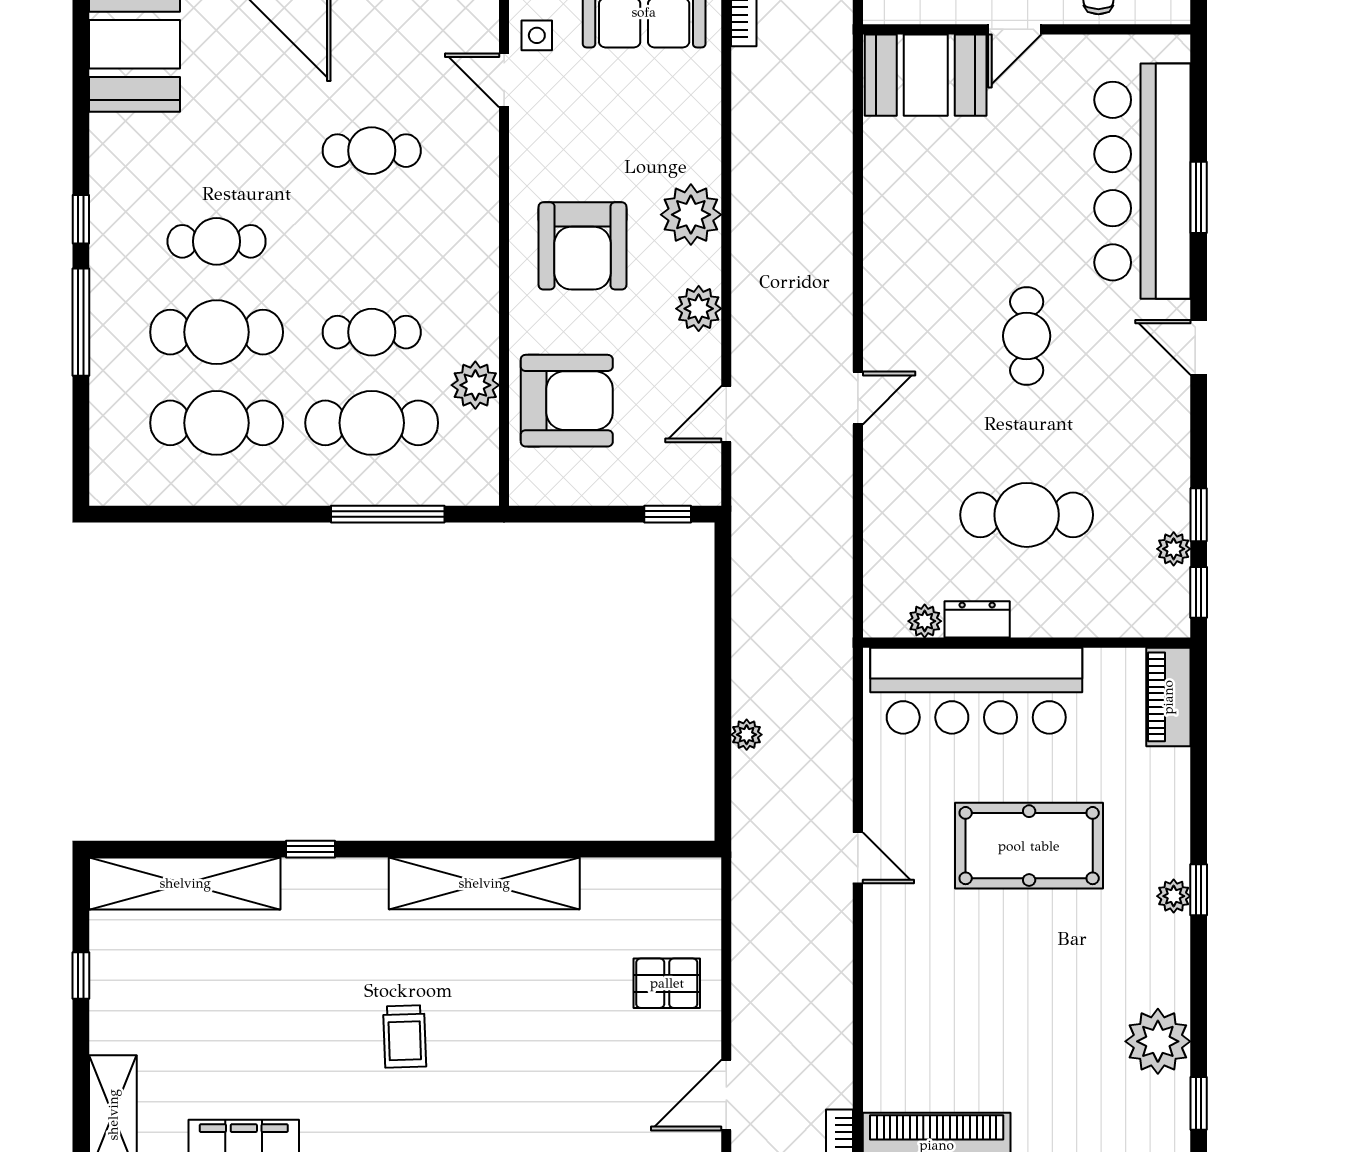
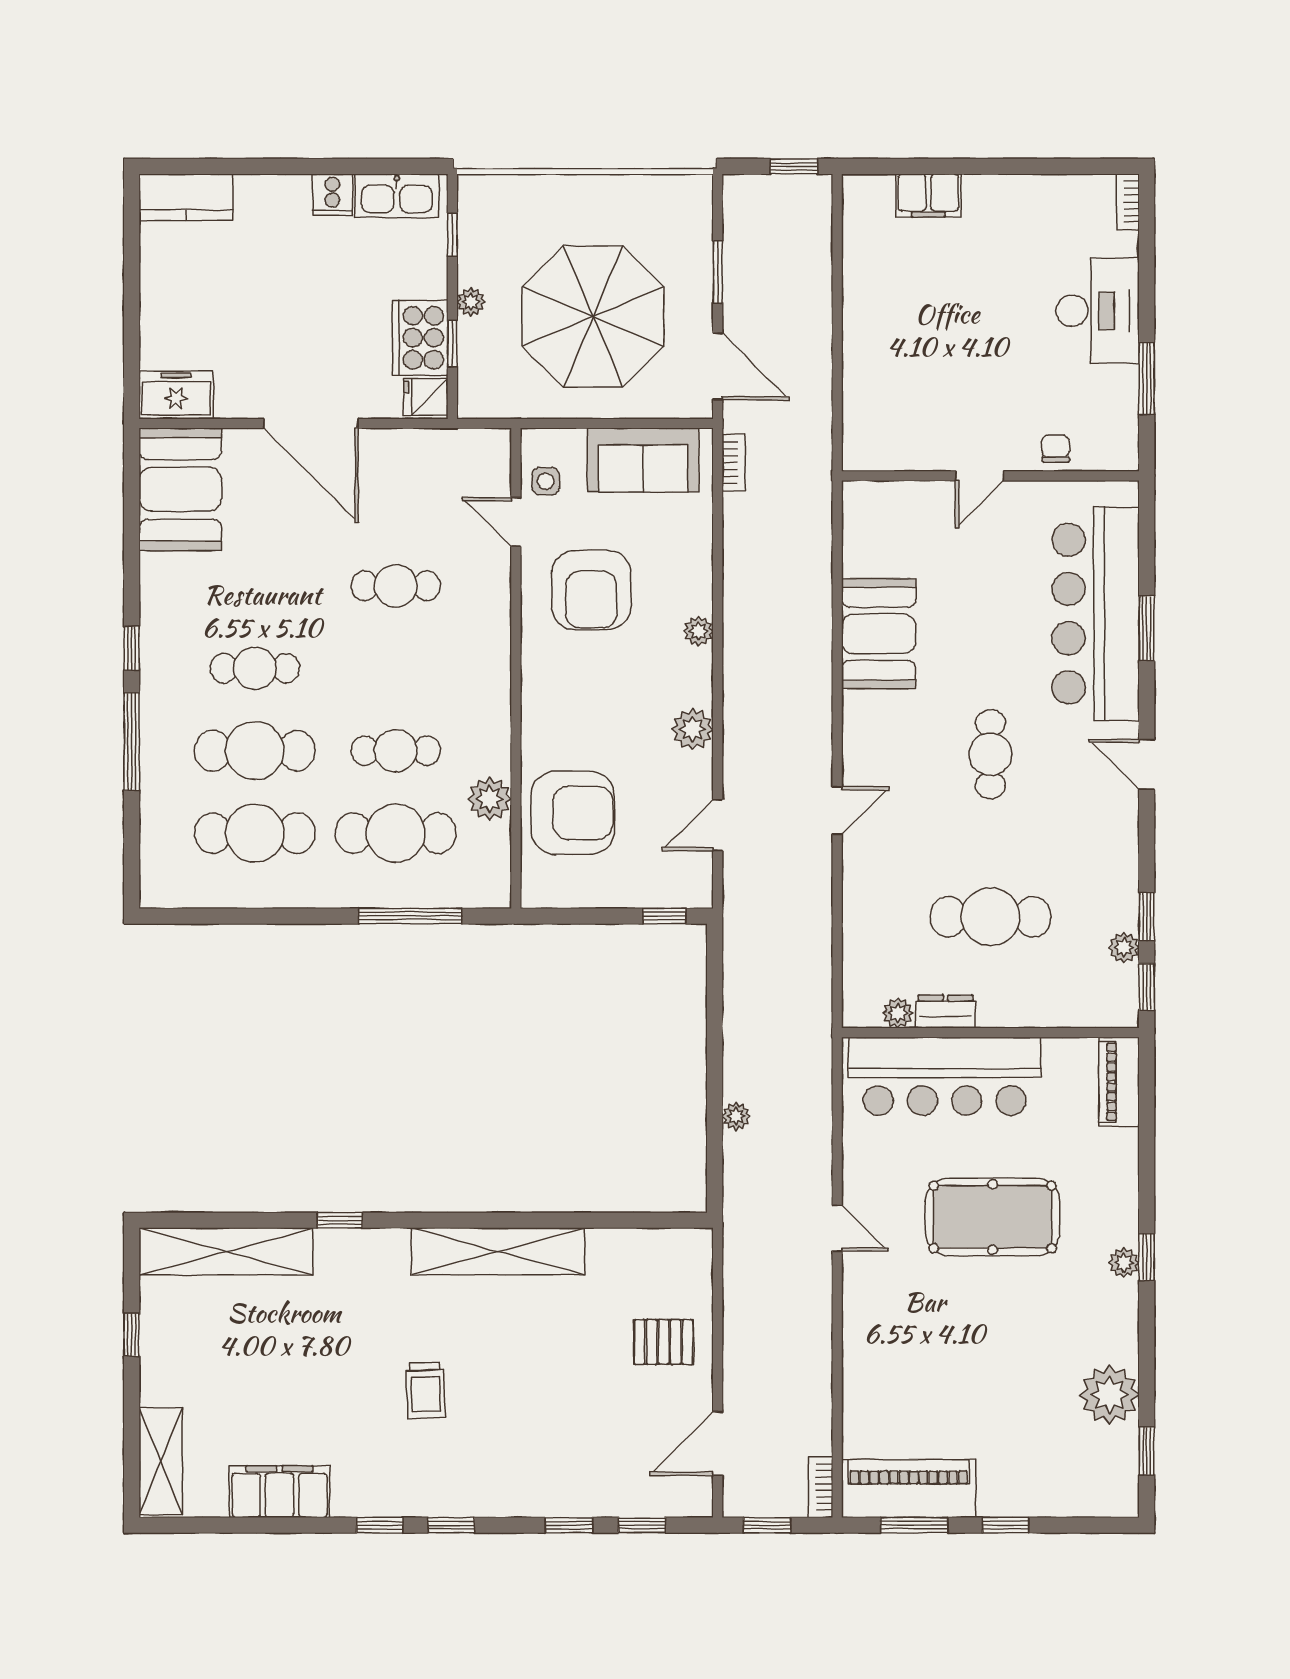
booth: (926, 75) -> (879, 634), moved, turned 90
plant: (691, 215) -> (698, 631), width x0.53, depth x0.53
armchair: (583, 246) -> (591, 590), moved

